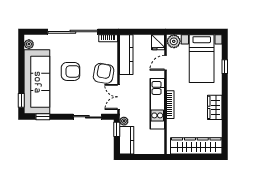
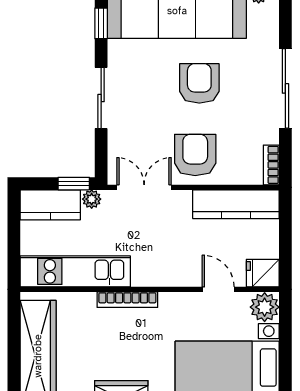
sliding door: (73, 32) -> (285, 88), width x0.73
armchair: (71, 71) -> (199, 83), turned 180
armchair: (104, 73) -> (195, 155), turned -100
kitchen unit: (157, 104) -> (75, 271), moved
sliding door: (87, 117) -> (101, 98), moved

